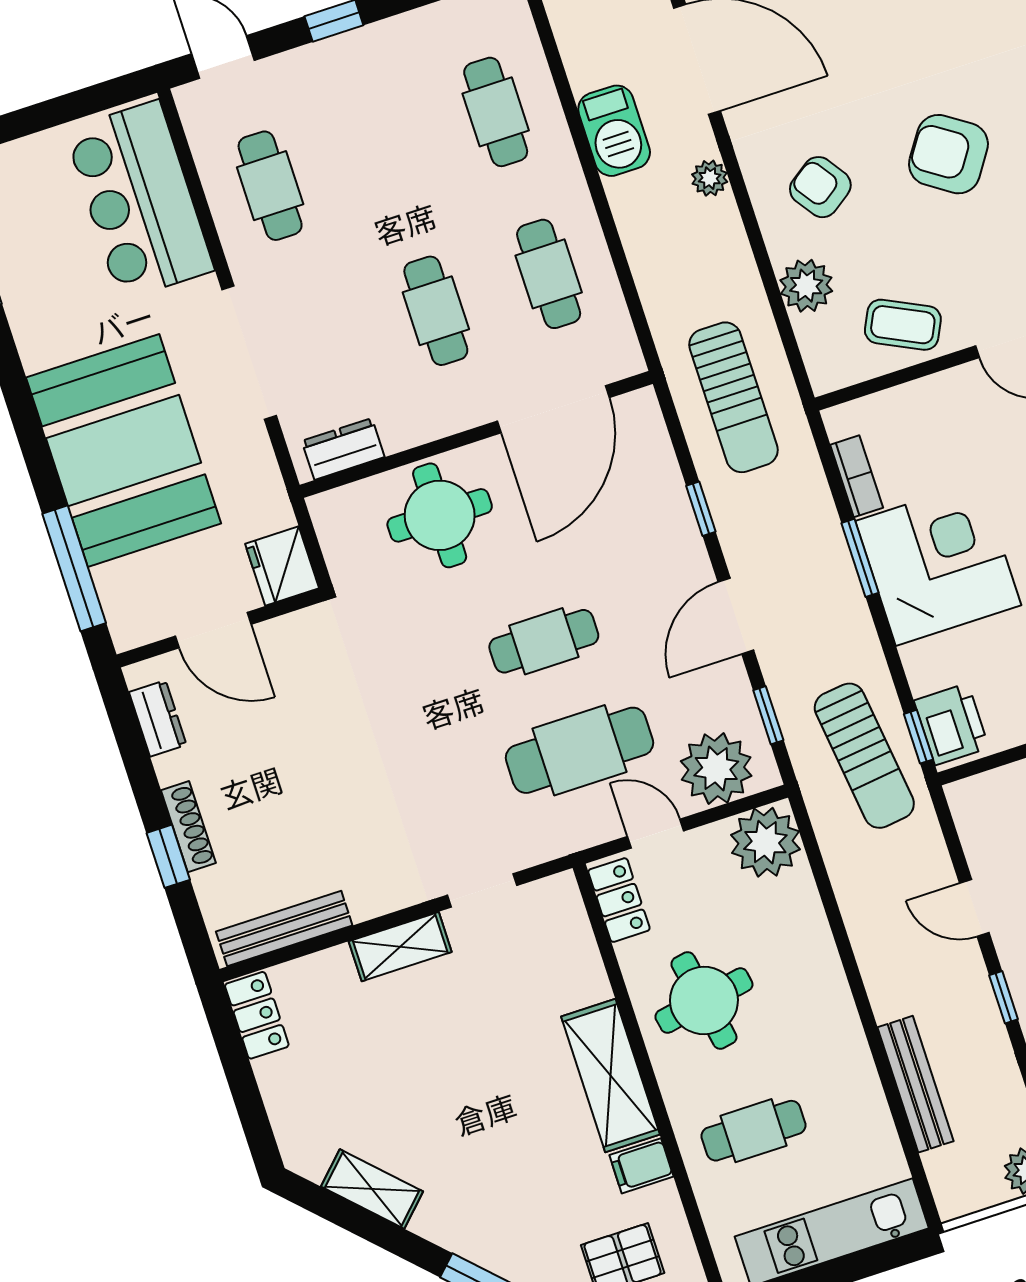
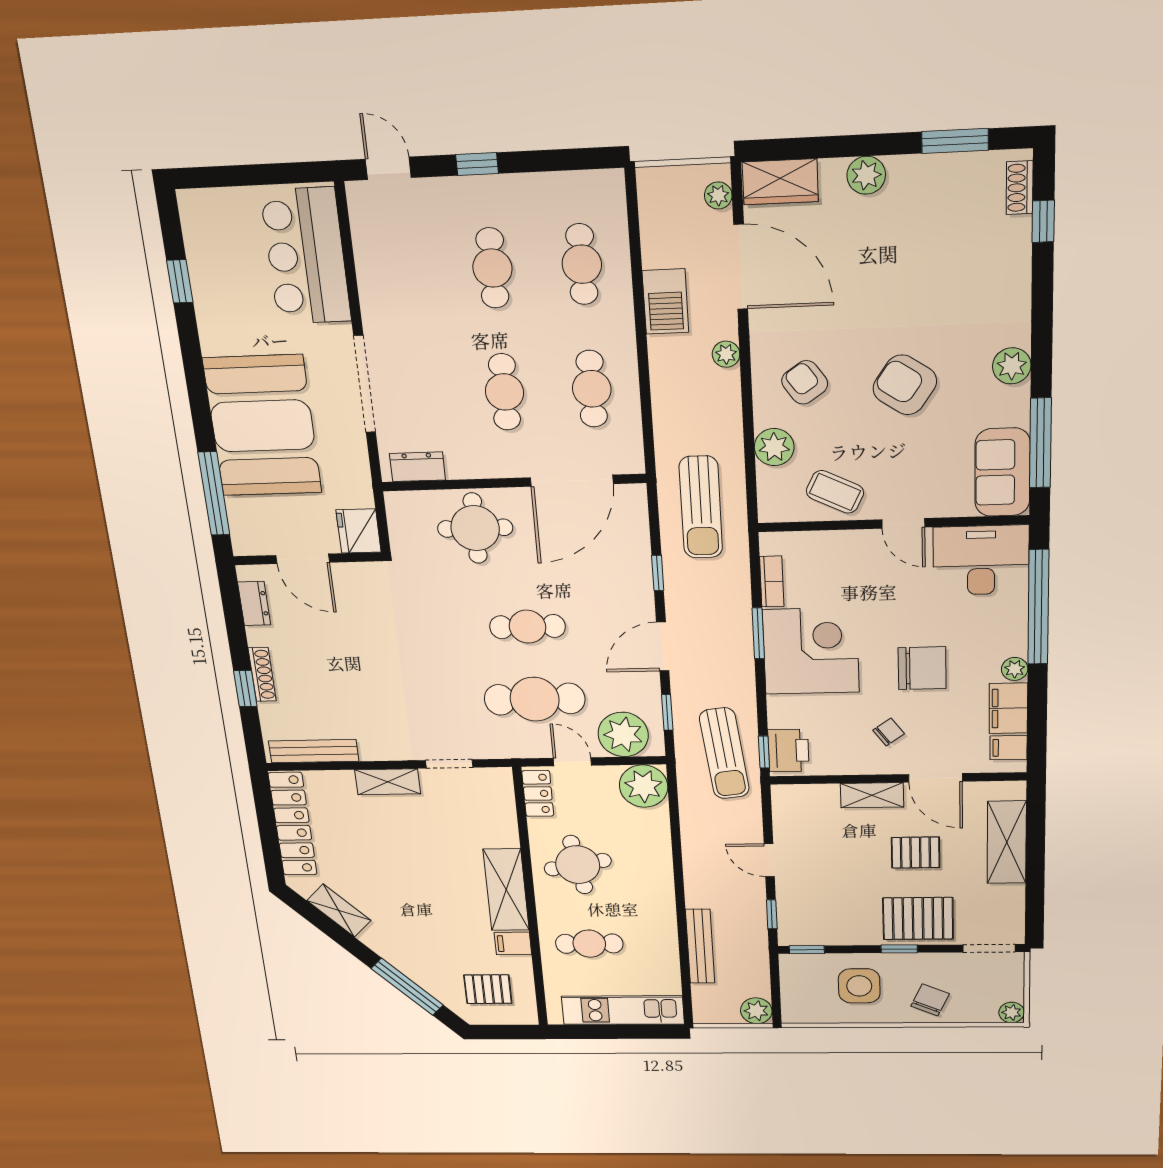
cafe table: (270, 186) -> (492, 268), moved
locker: (257, 1015) -> (293, 824), width x2.16, depth x1.21

